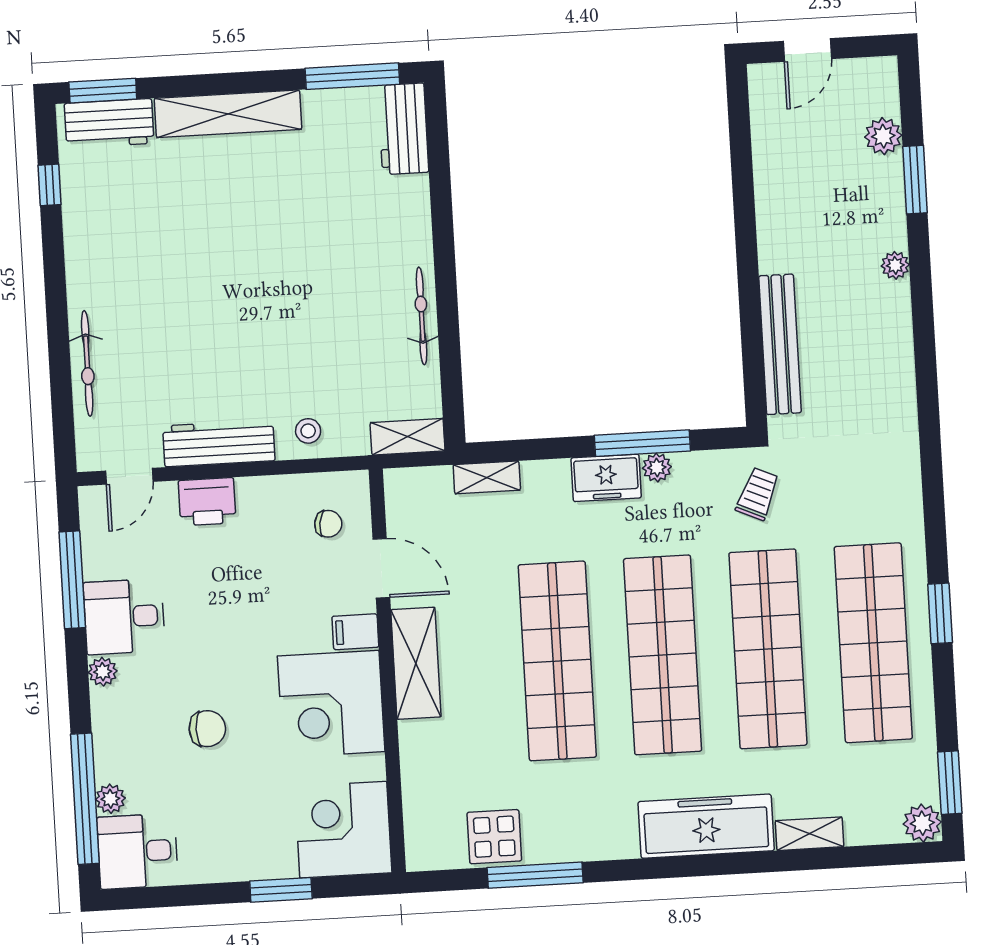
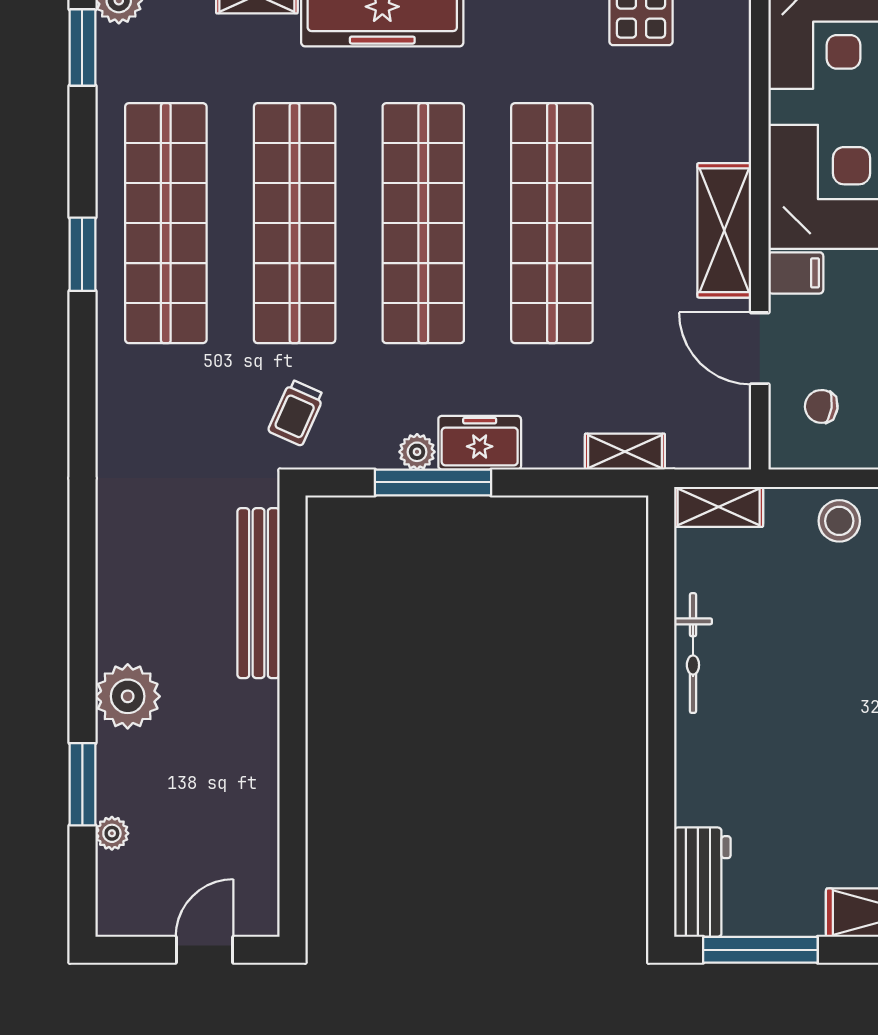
plant: (883, 136) -> (112, 833), width x0.73, depth x0.73
plant: (895, 265) -> (128, 696), width x1.88, depth x1.88
stool: (308, 431) -> (839, 521), width x1.37, depth x1.37

